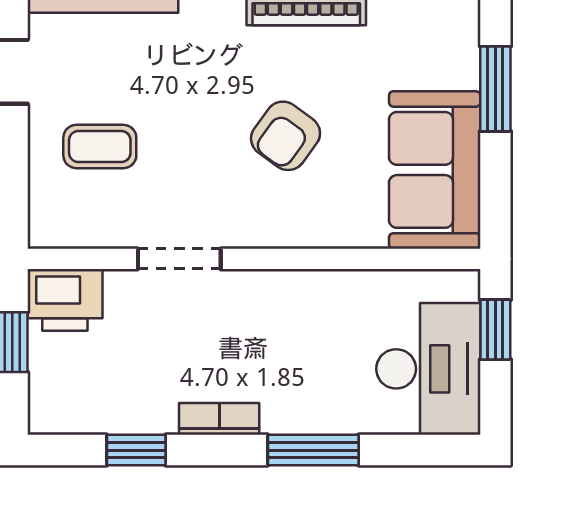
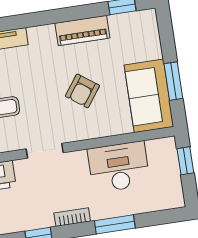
window: (495, 89) -> (173, 81), moved
desk: (428, 369) -> (119, 167), moved, turned -90

